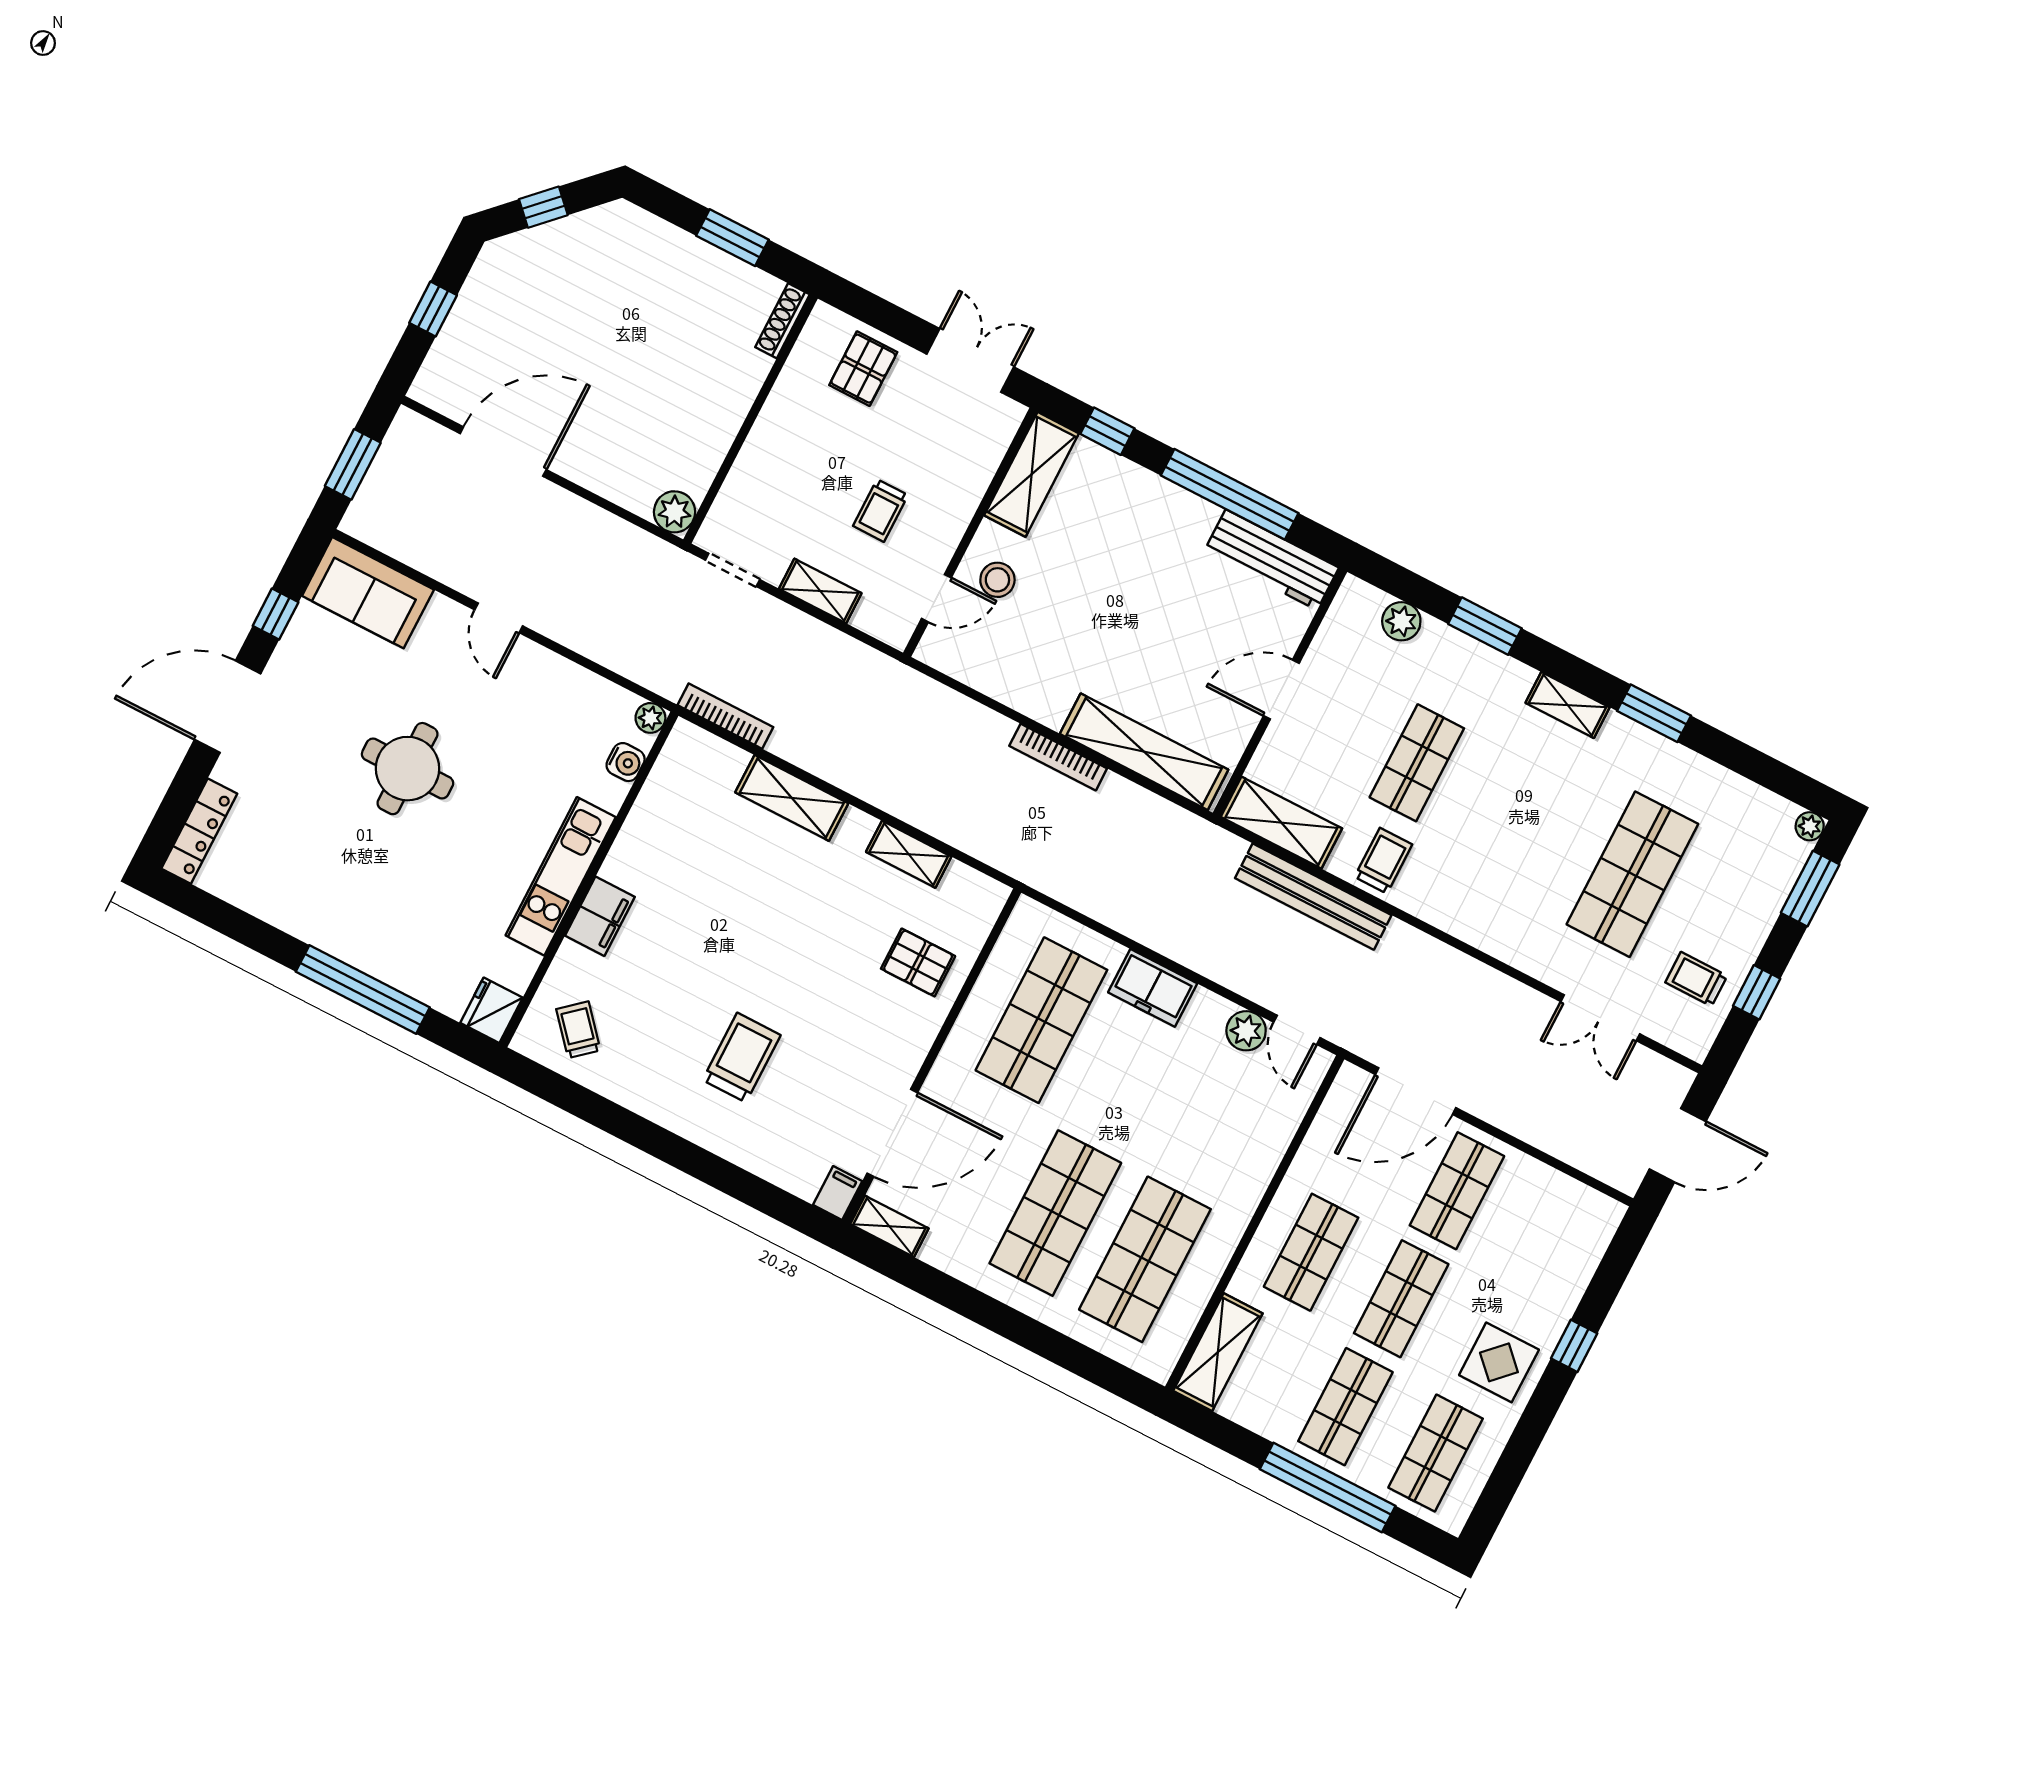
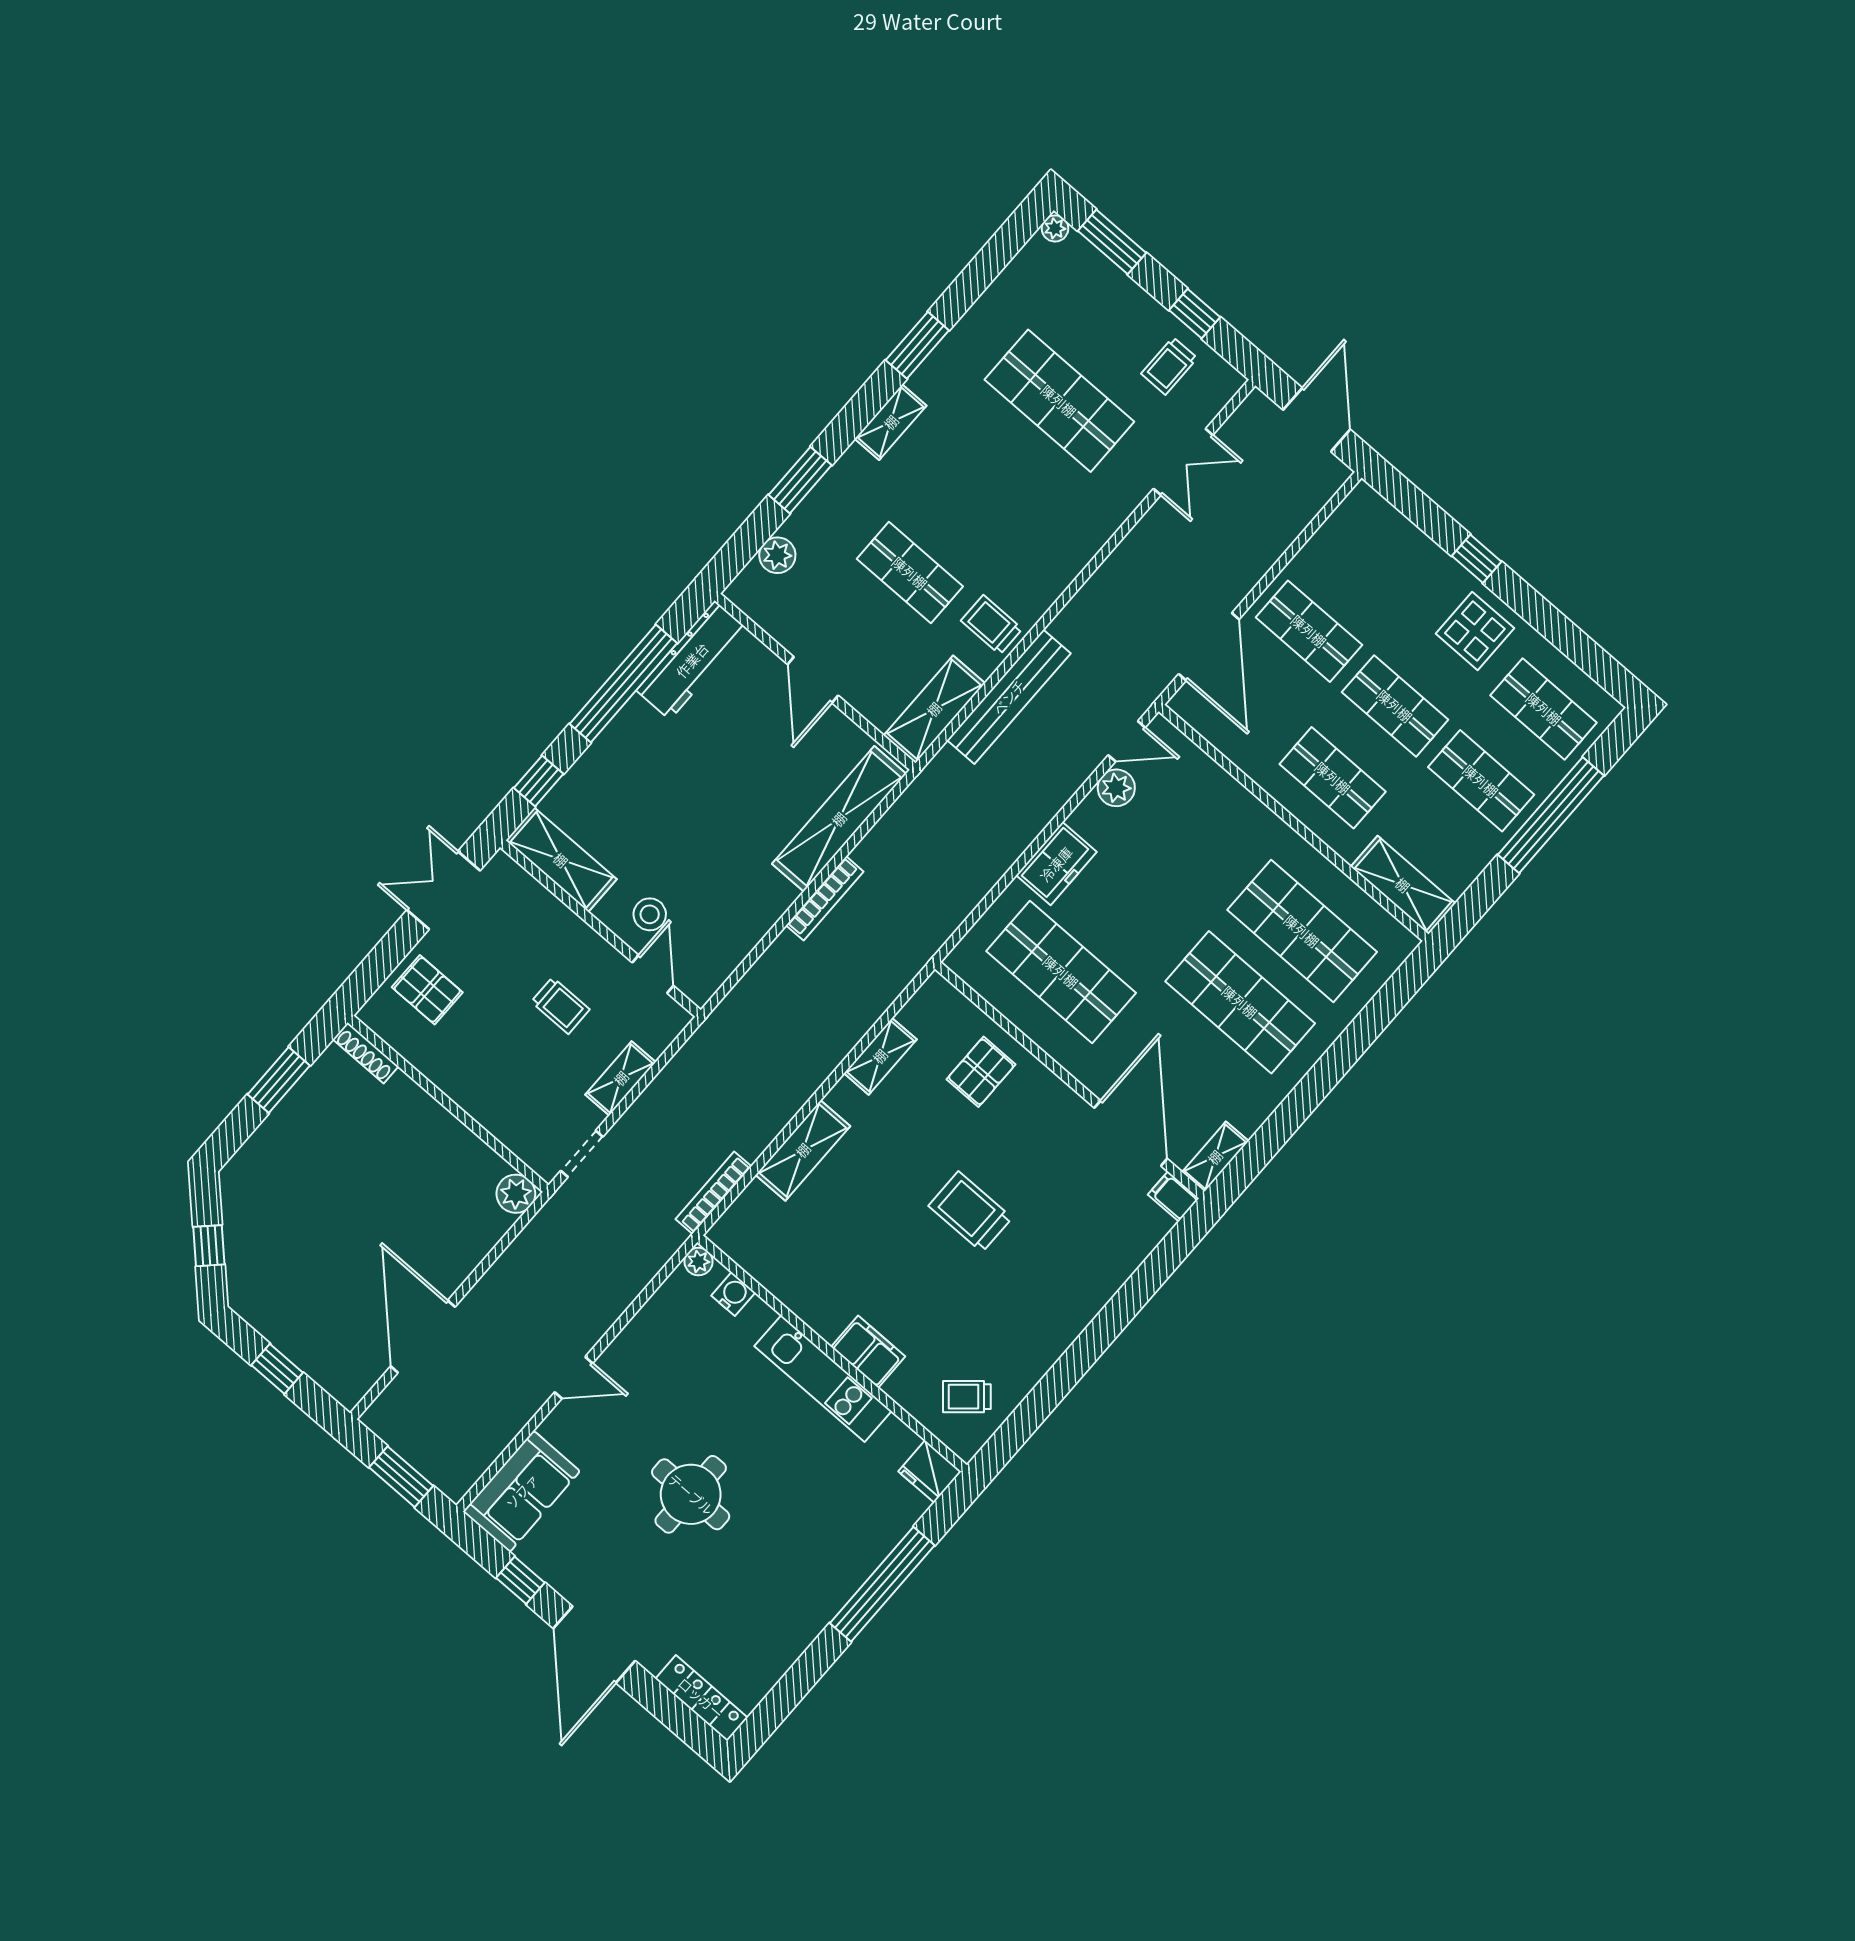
trolley: (742, 1058) -> (970, 1212), moved

